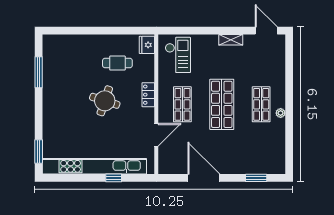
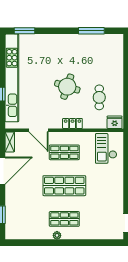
shelving: (231, 40) -> (10, 142), moved
checkout: (178, 55) -> (106, 148), turned 90

